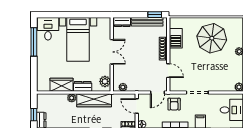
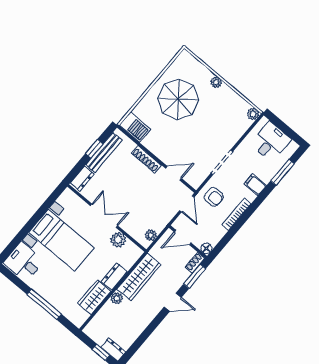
window: (155, 15) -> (94, 149), moved
barbecue: (176, 38) -> (135, 127), moved
window: (34, 42) -> (44, 304), moved
plant: (105, 81) -> (118, 240), moved

